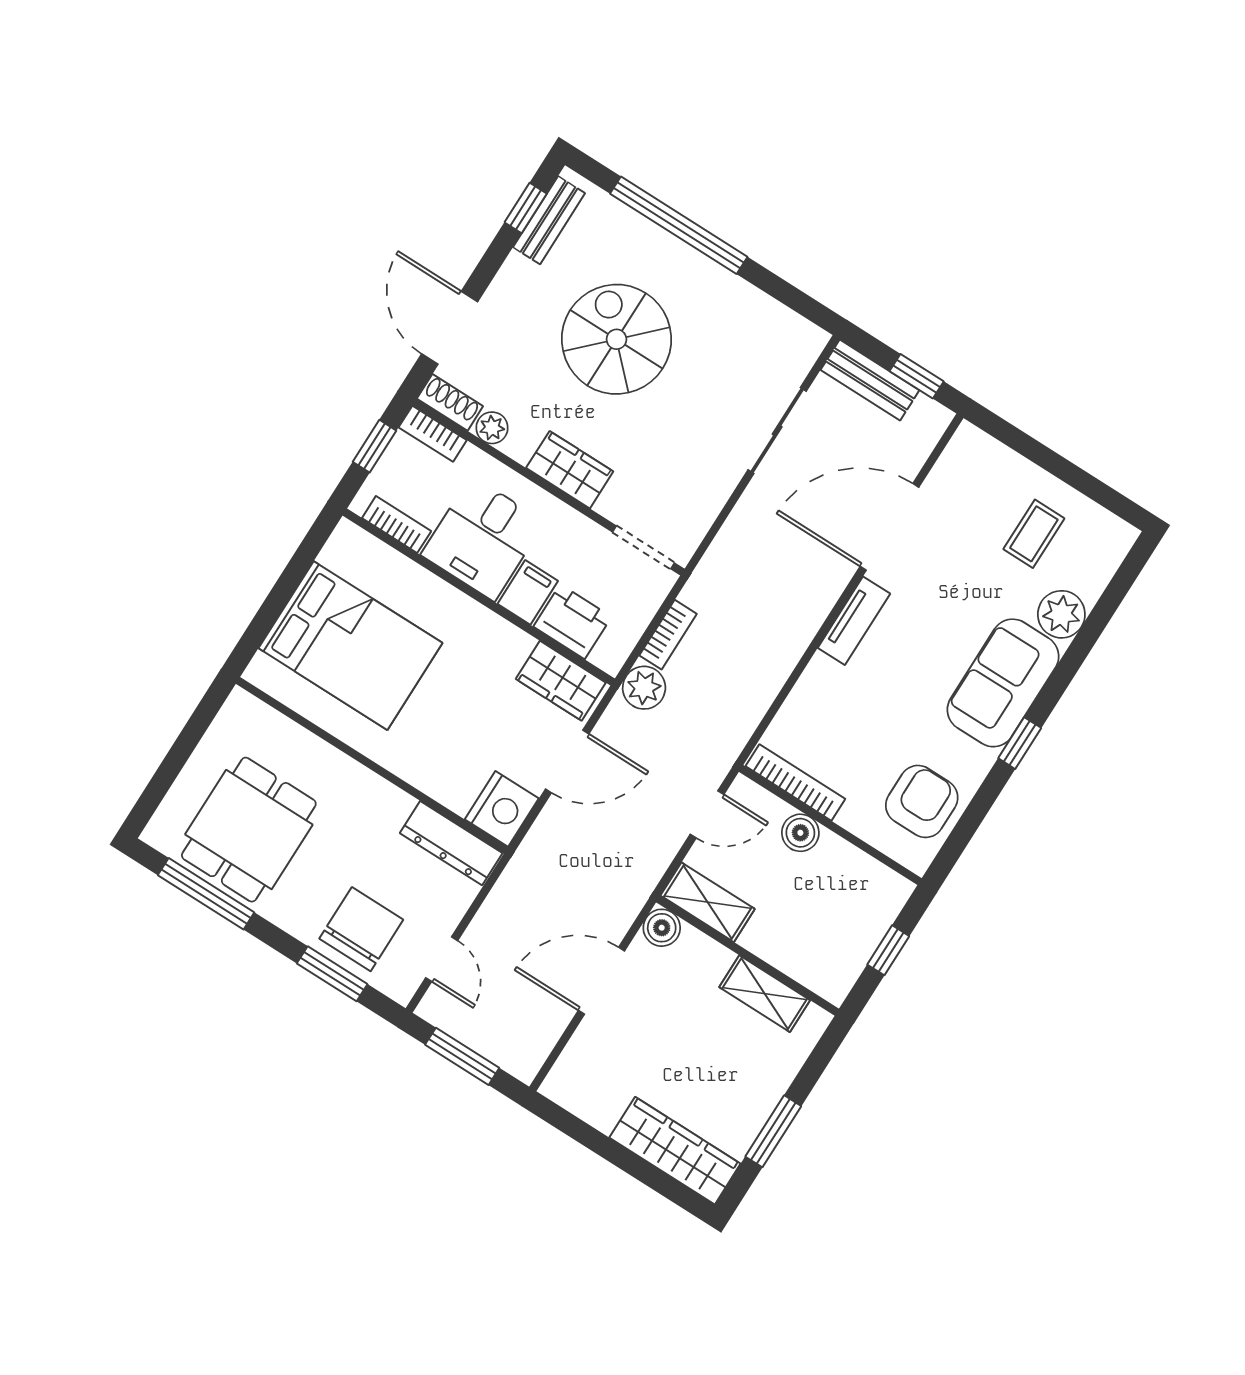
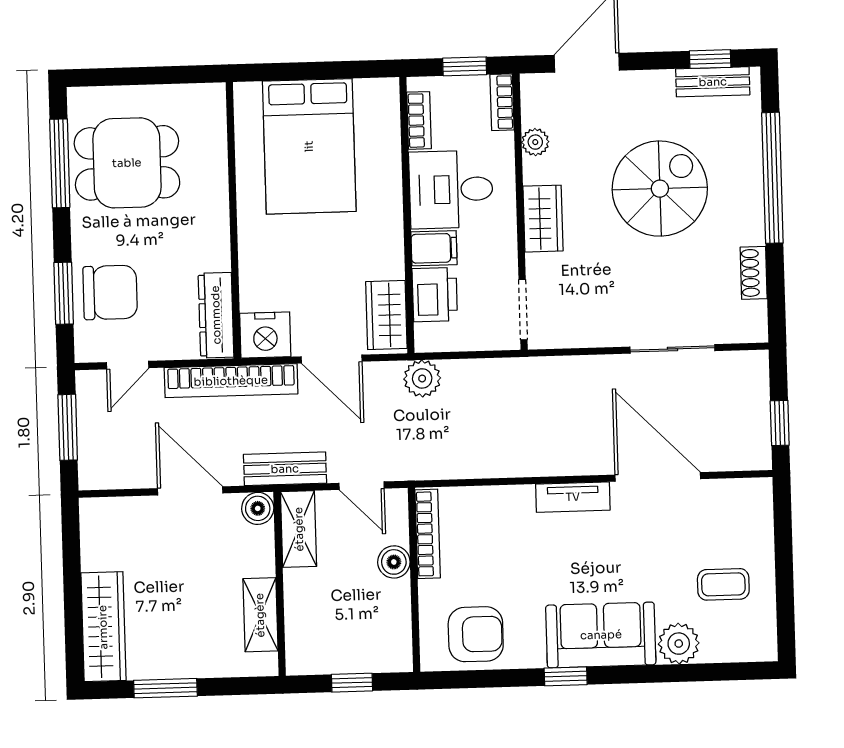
bench: (870, 380) -> (285, 469), moved, turned 90
shoe rack: (450, 402) -> (754, 273), moved, turned 180
bookcase: (668, 635) -> (231, 381), moved, width x2.31, depth x1.31

